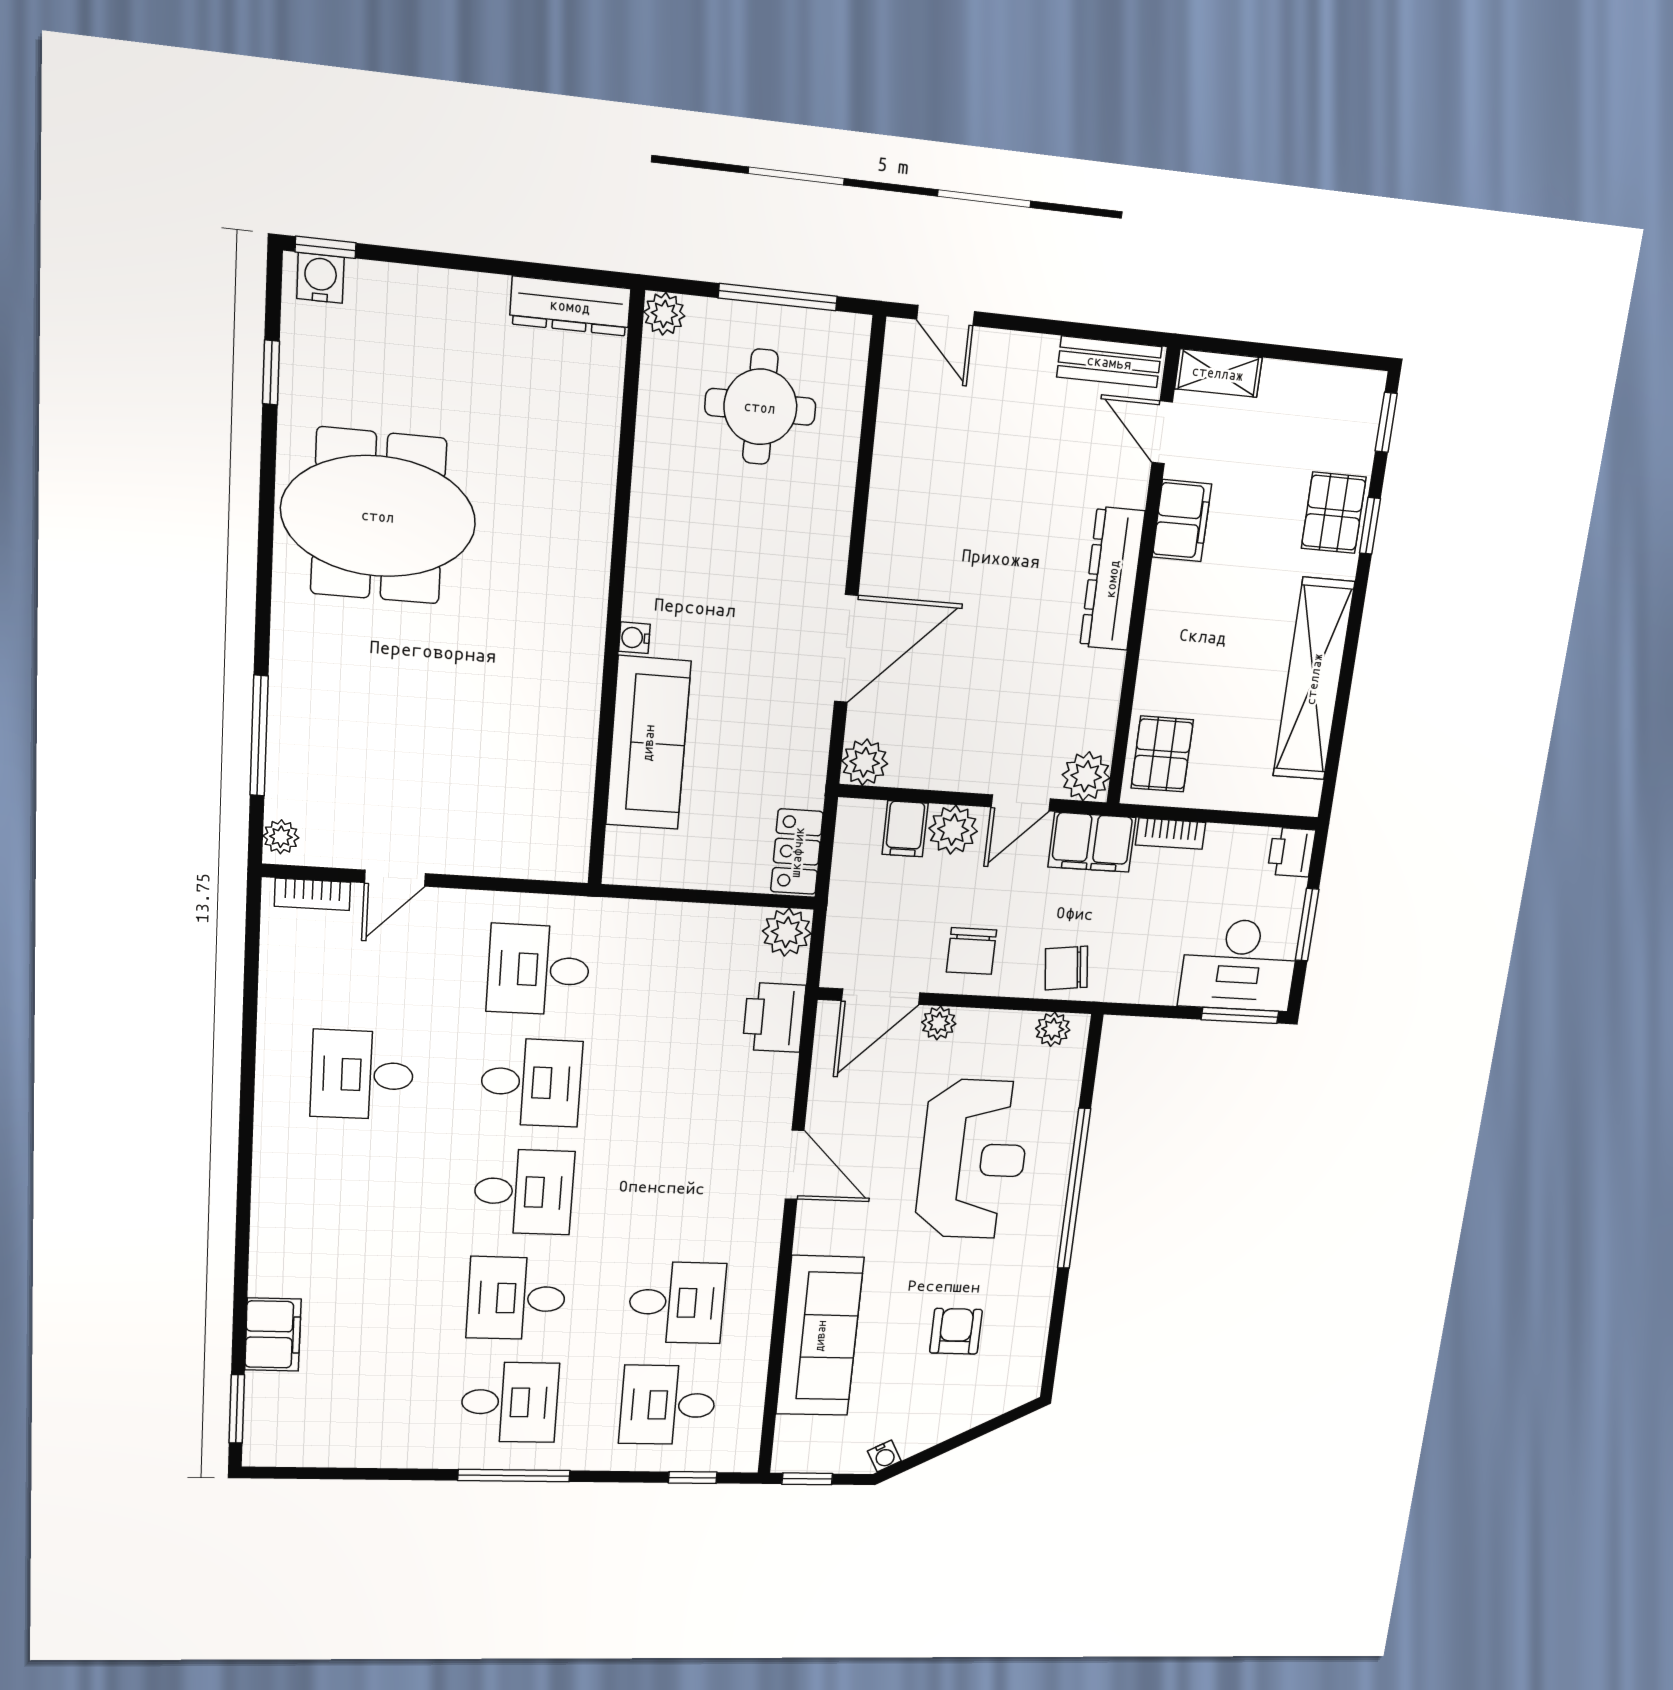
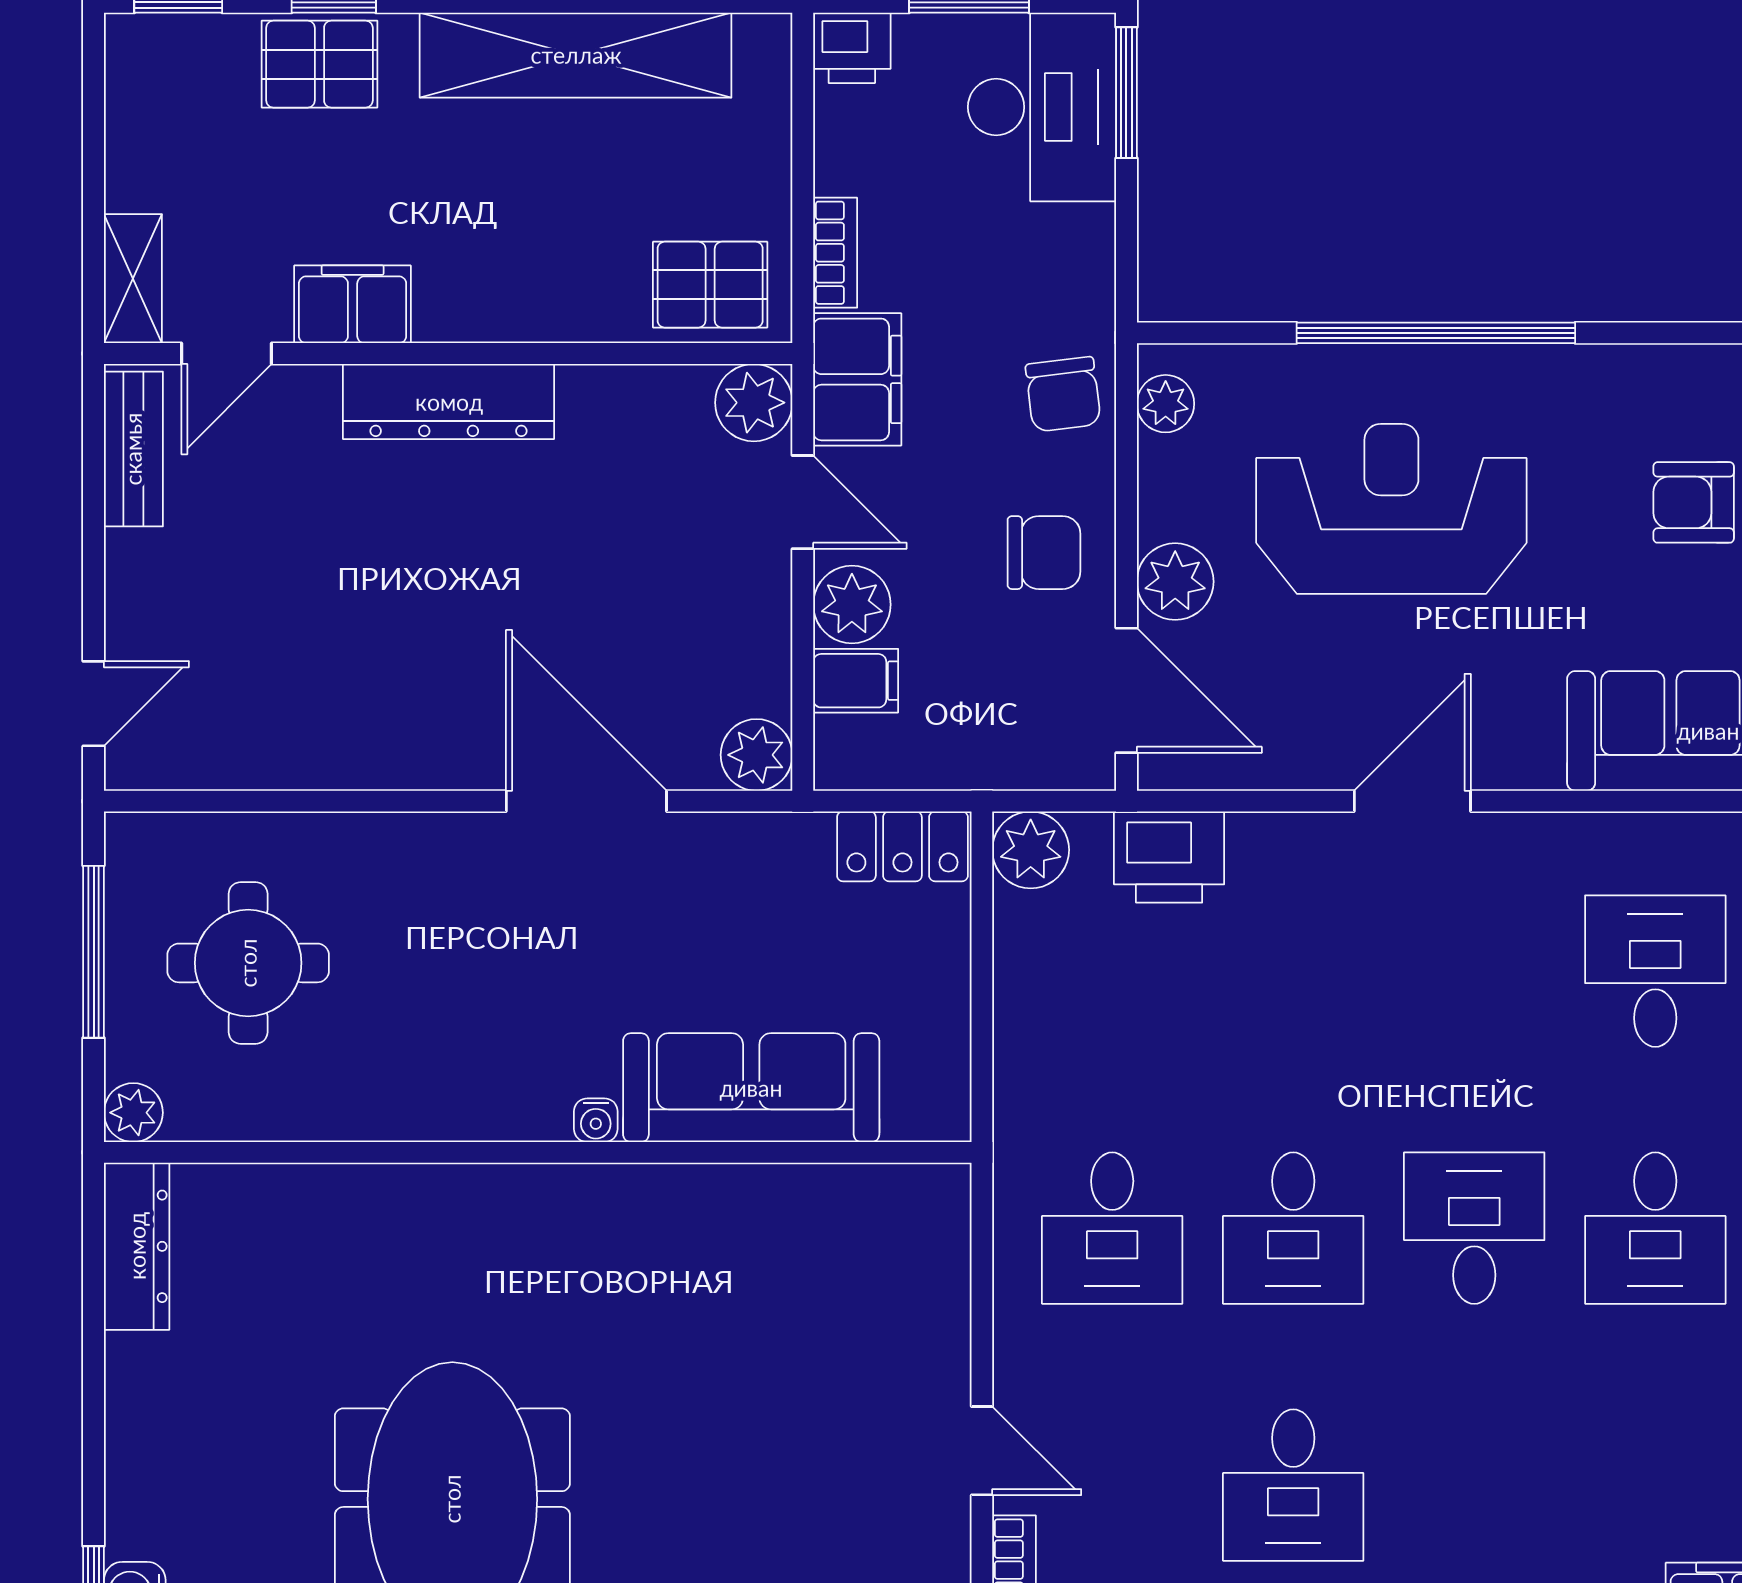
plant: (939, 1023) -> (1175, 582), width x1.38, depth x1.38
desk: (531, 1082) -> (1293, 1228), turned 180

